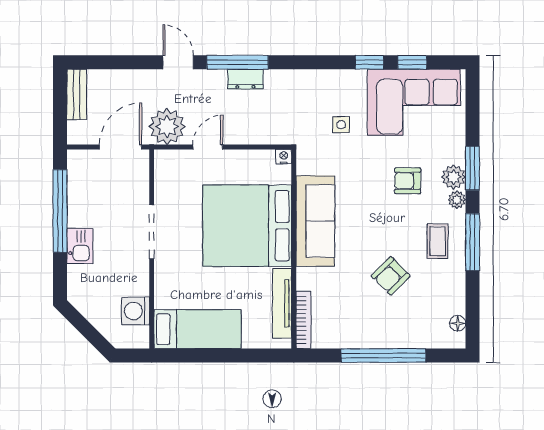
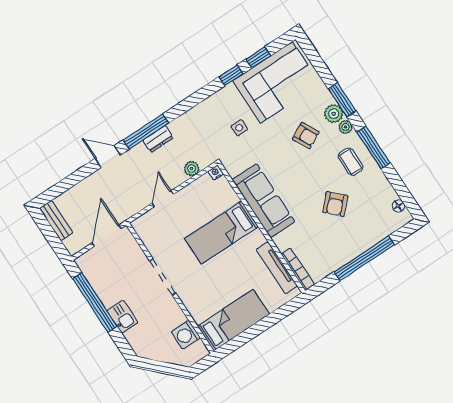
plant: (167, 127) -> (192, 169), moved, width x0.53, depth x0.53
armchair: (408, 181) -> (306, 136), turned -117
bed: (247, 226) -> (221, 233), width x0.49

